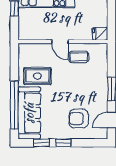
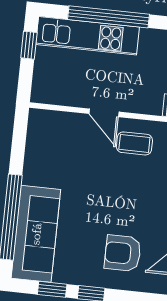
rug: (37, 76) -> (57, 170), removed

